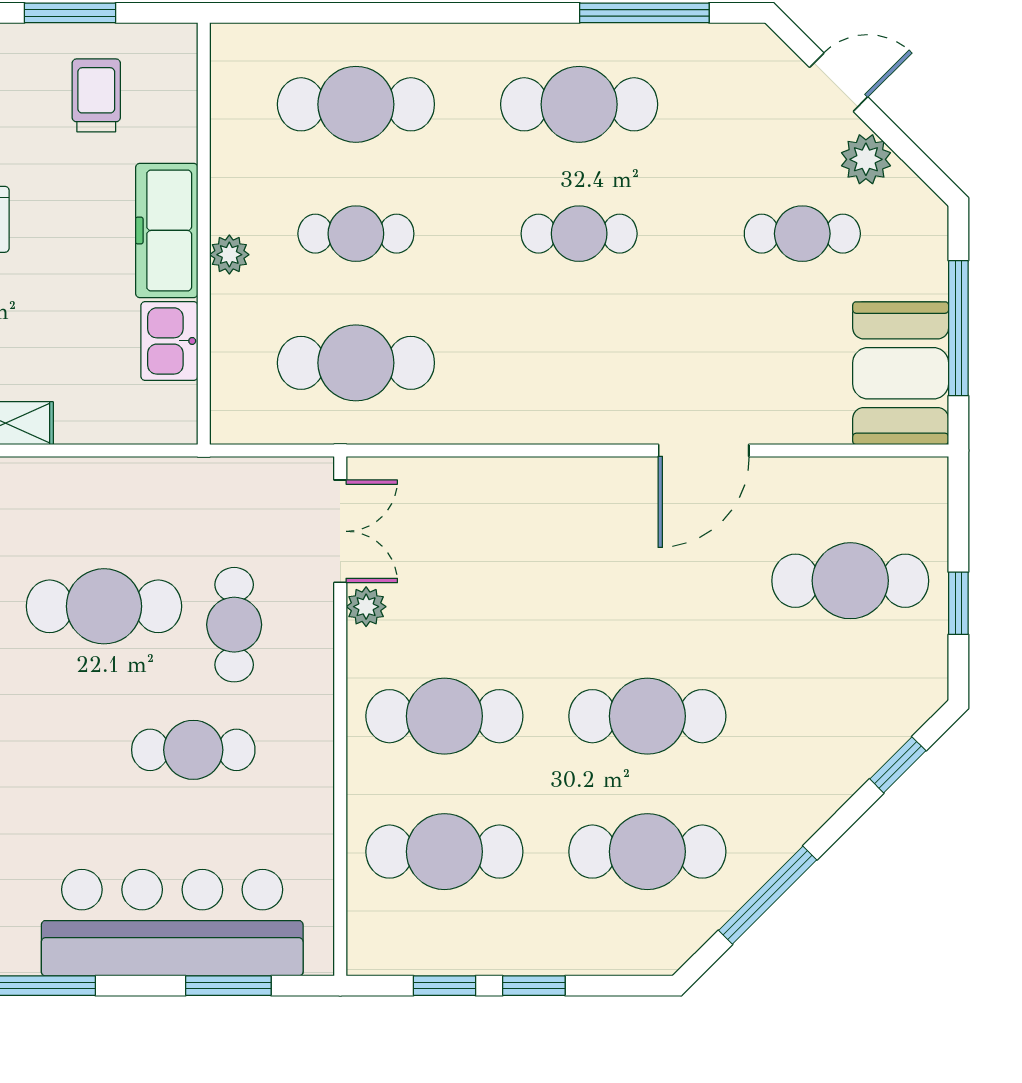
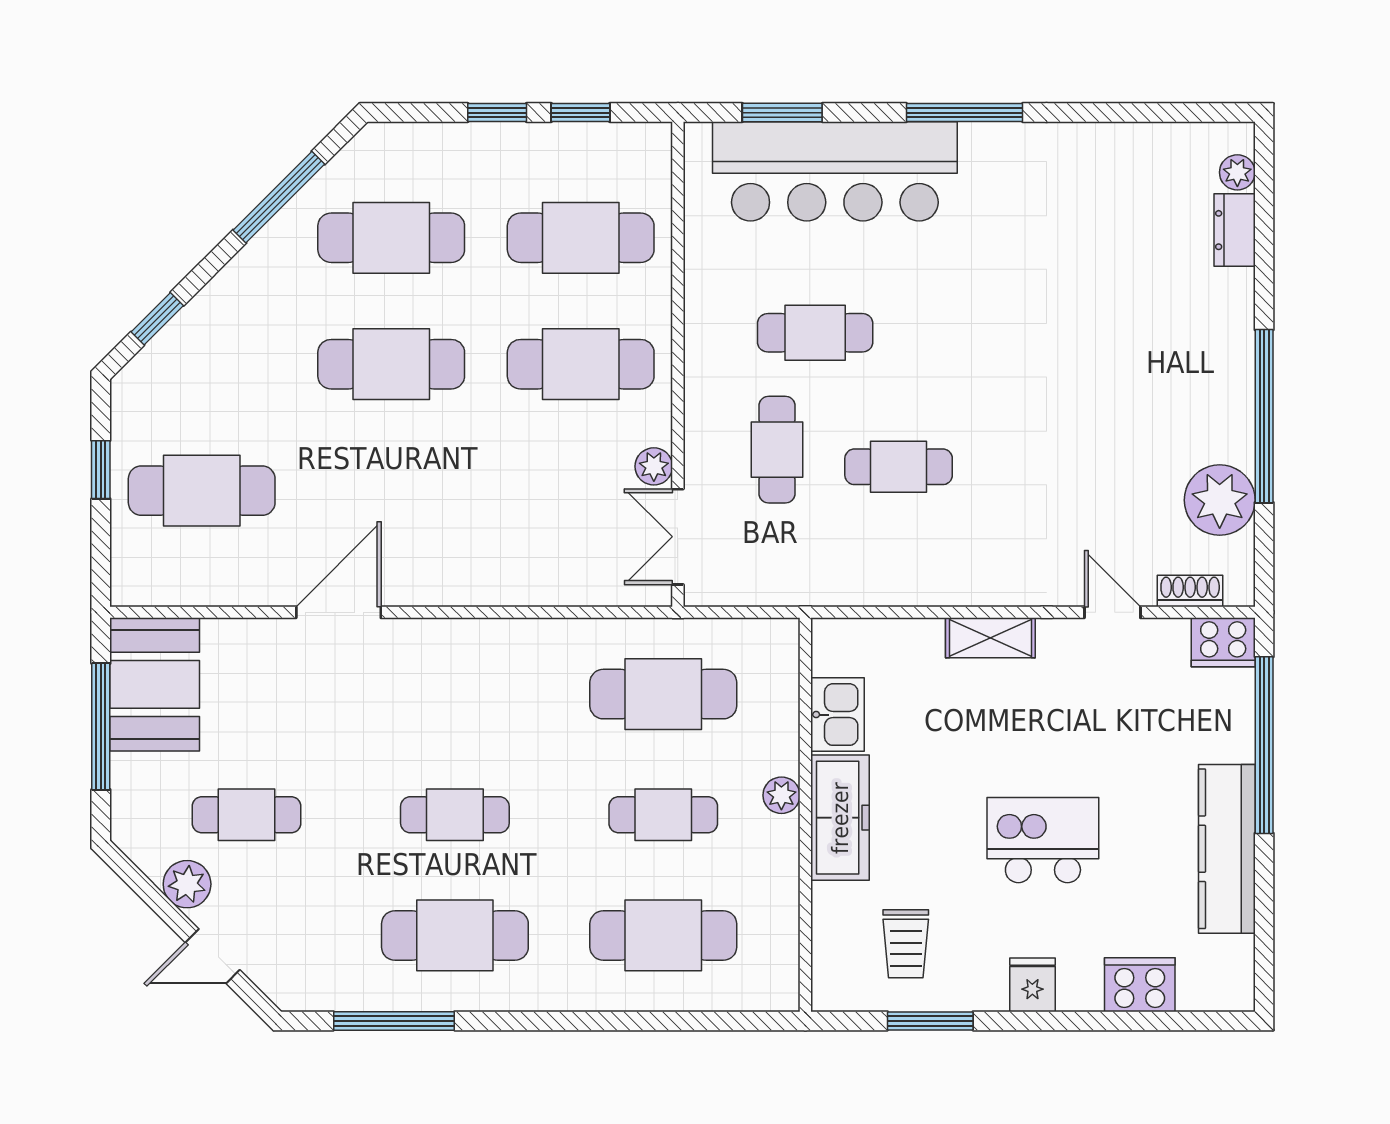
cafe table: (104, 606) -> (899, 467), width x0.73, depth x0.74

